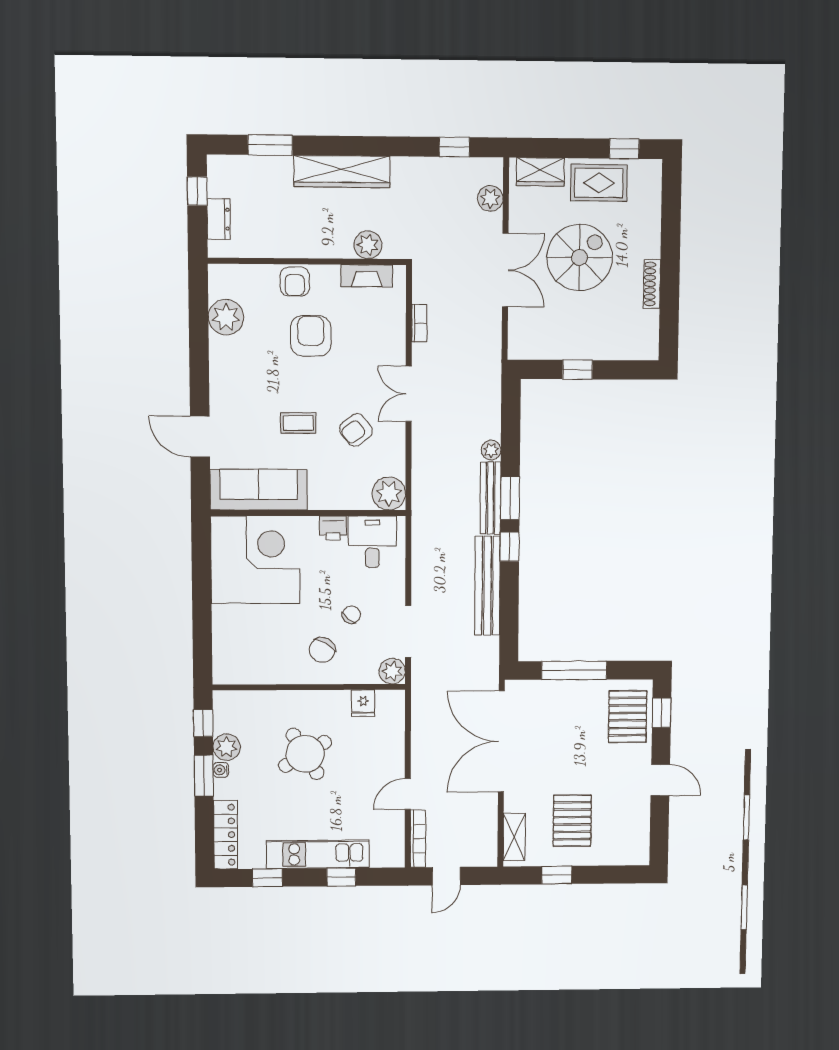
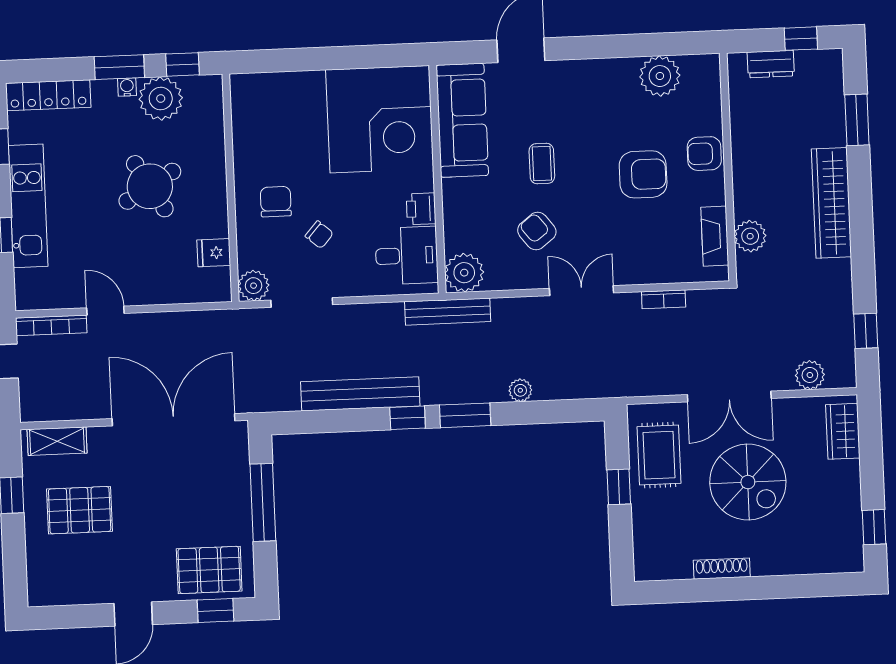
rug: (599, 183) -> (659, 455), moved
bench: (490, 498) -> (448, 312), moved
chair: (322, 650) -> (276, 202), turned 61
plant: (227, 747) -> (161, 99), width x1.36, depth x1.36

